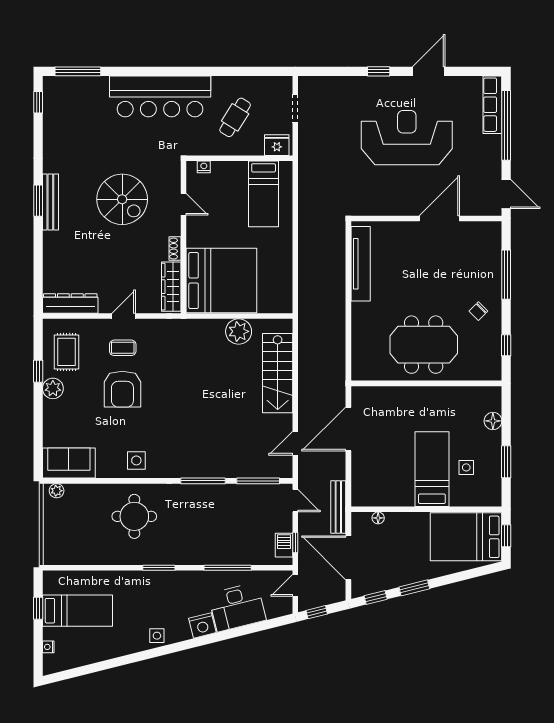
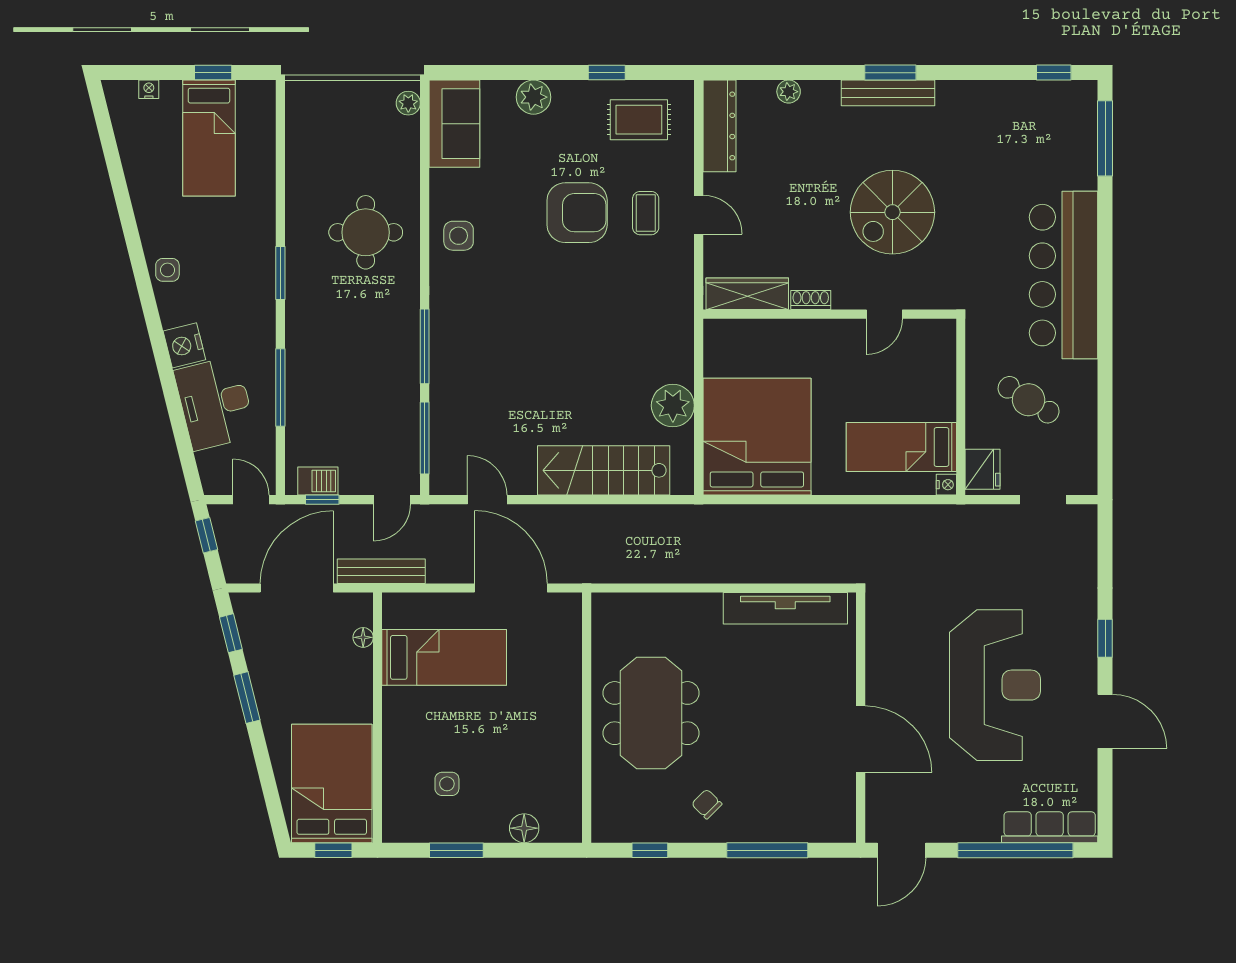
nightstand: (204, 167) -> (946, 485), moved
plant: (50, 262) -> (789, 92), added
bed: (221, 281) -> (757, 437), moved, turned 180
plant: (53, 388) -> (533, 97), moved
armchair: (122, 389) -> (577, 213), turned 180
bed: (432, 469) -> (444, 657), moved

